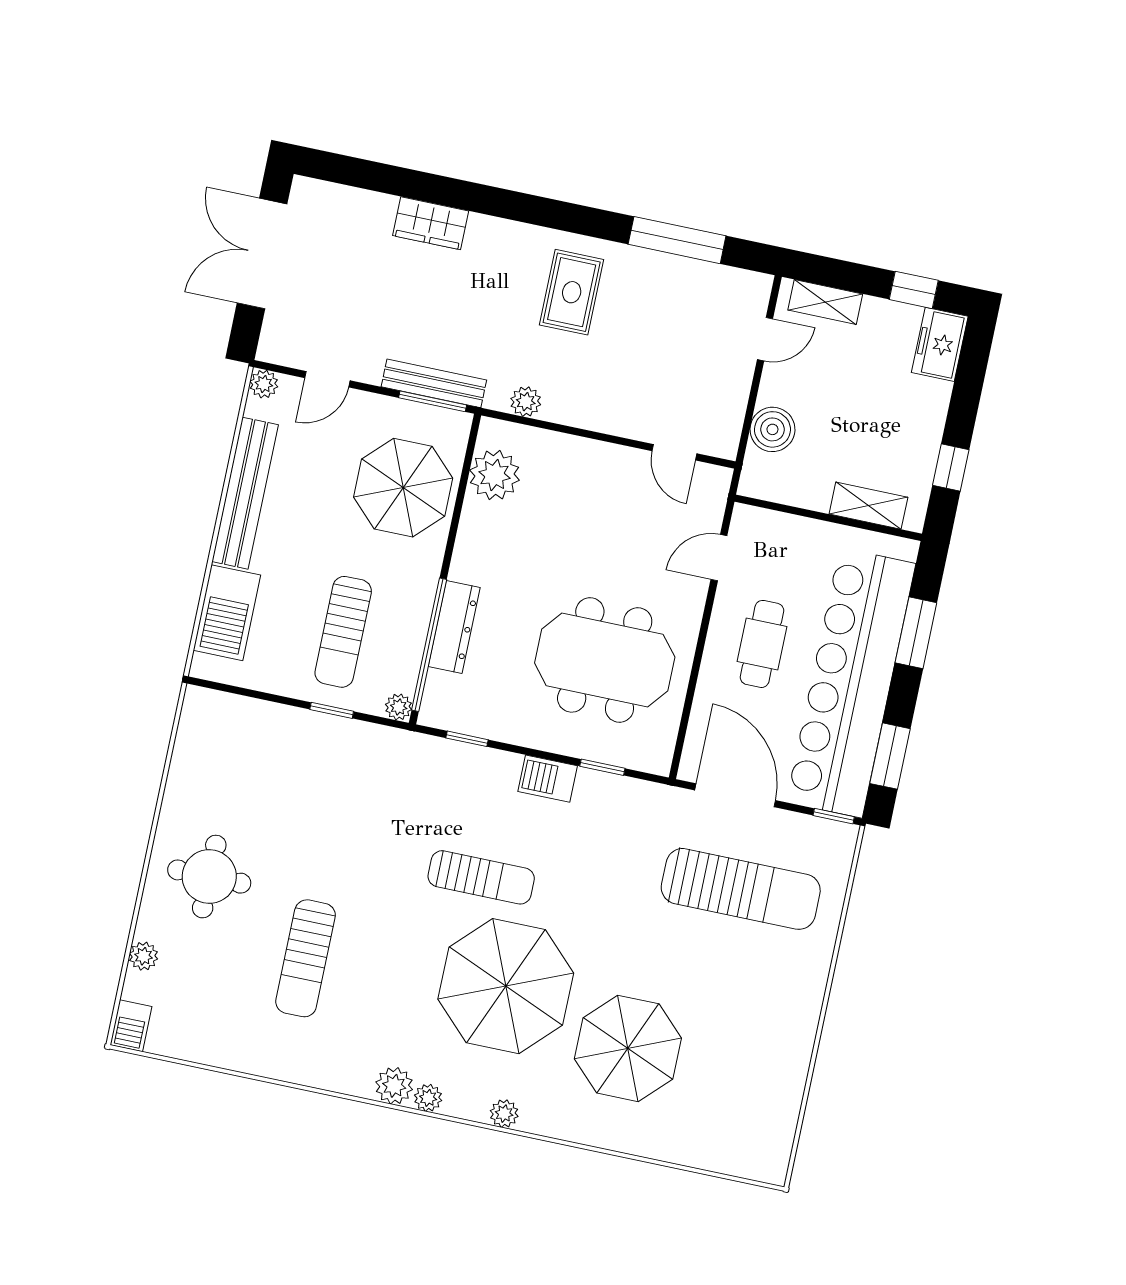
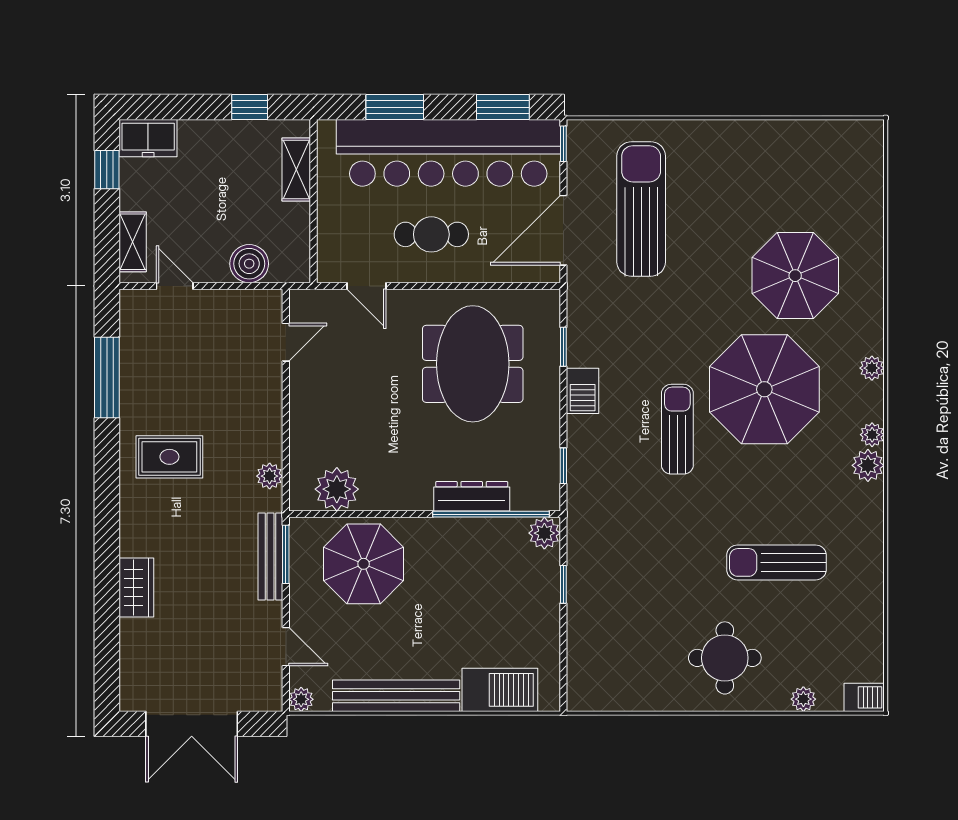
sun lounger: (343, 632) -> (495, 589), removed
plant: (399, 707) -> (544, 533), width x1.38, depth x1.38
sun lounger: (306, 958) -> (777, 562), turned 180

